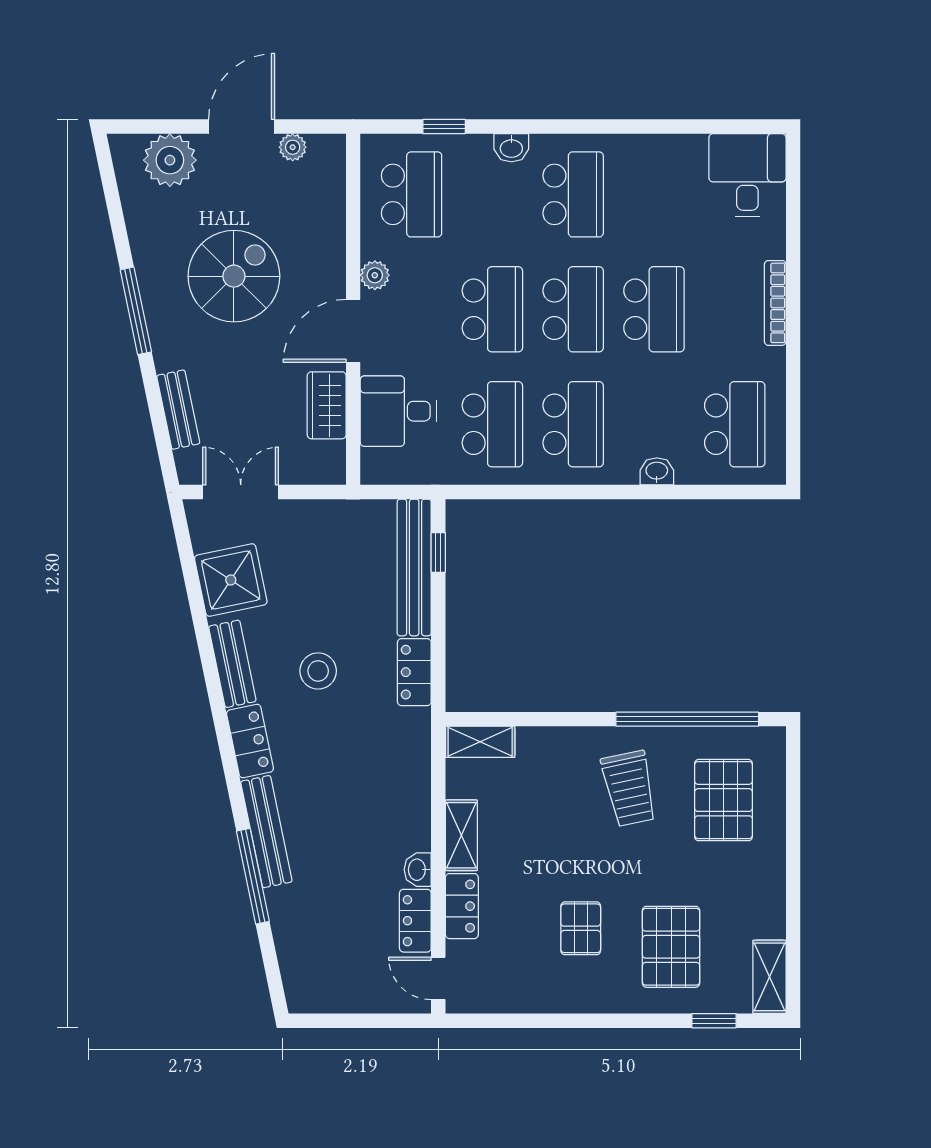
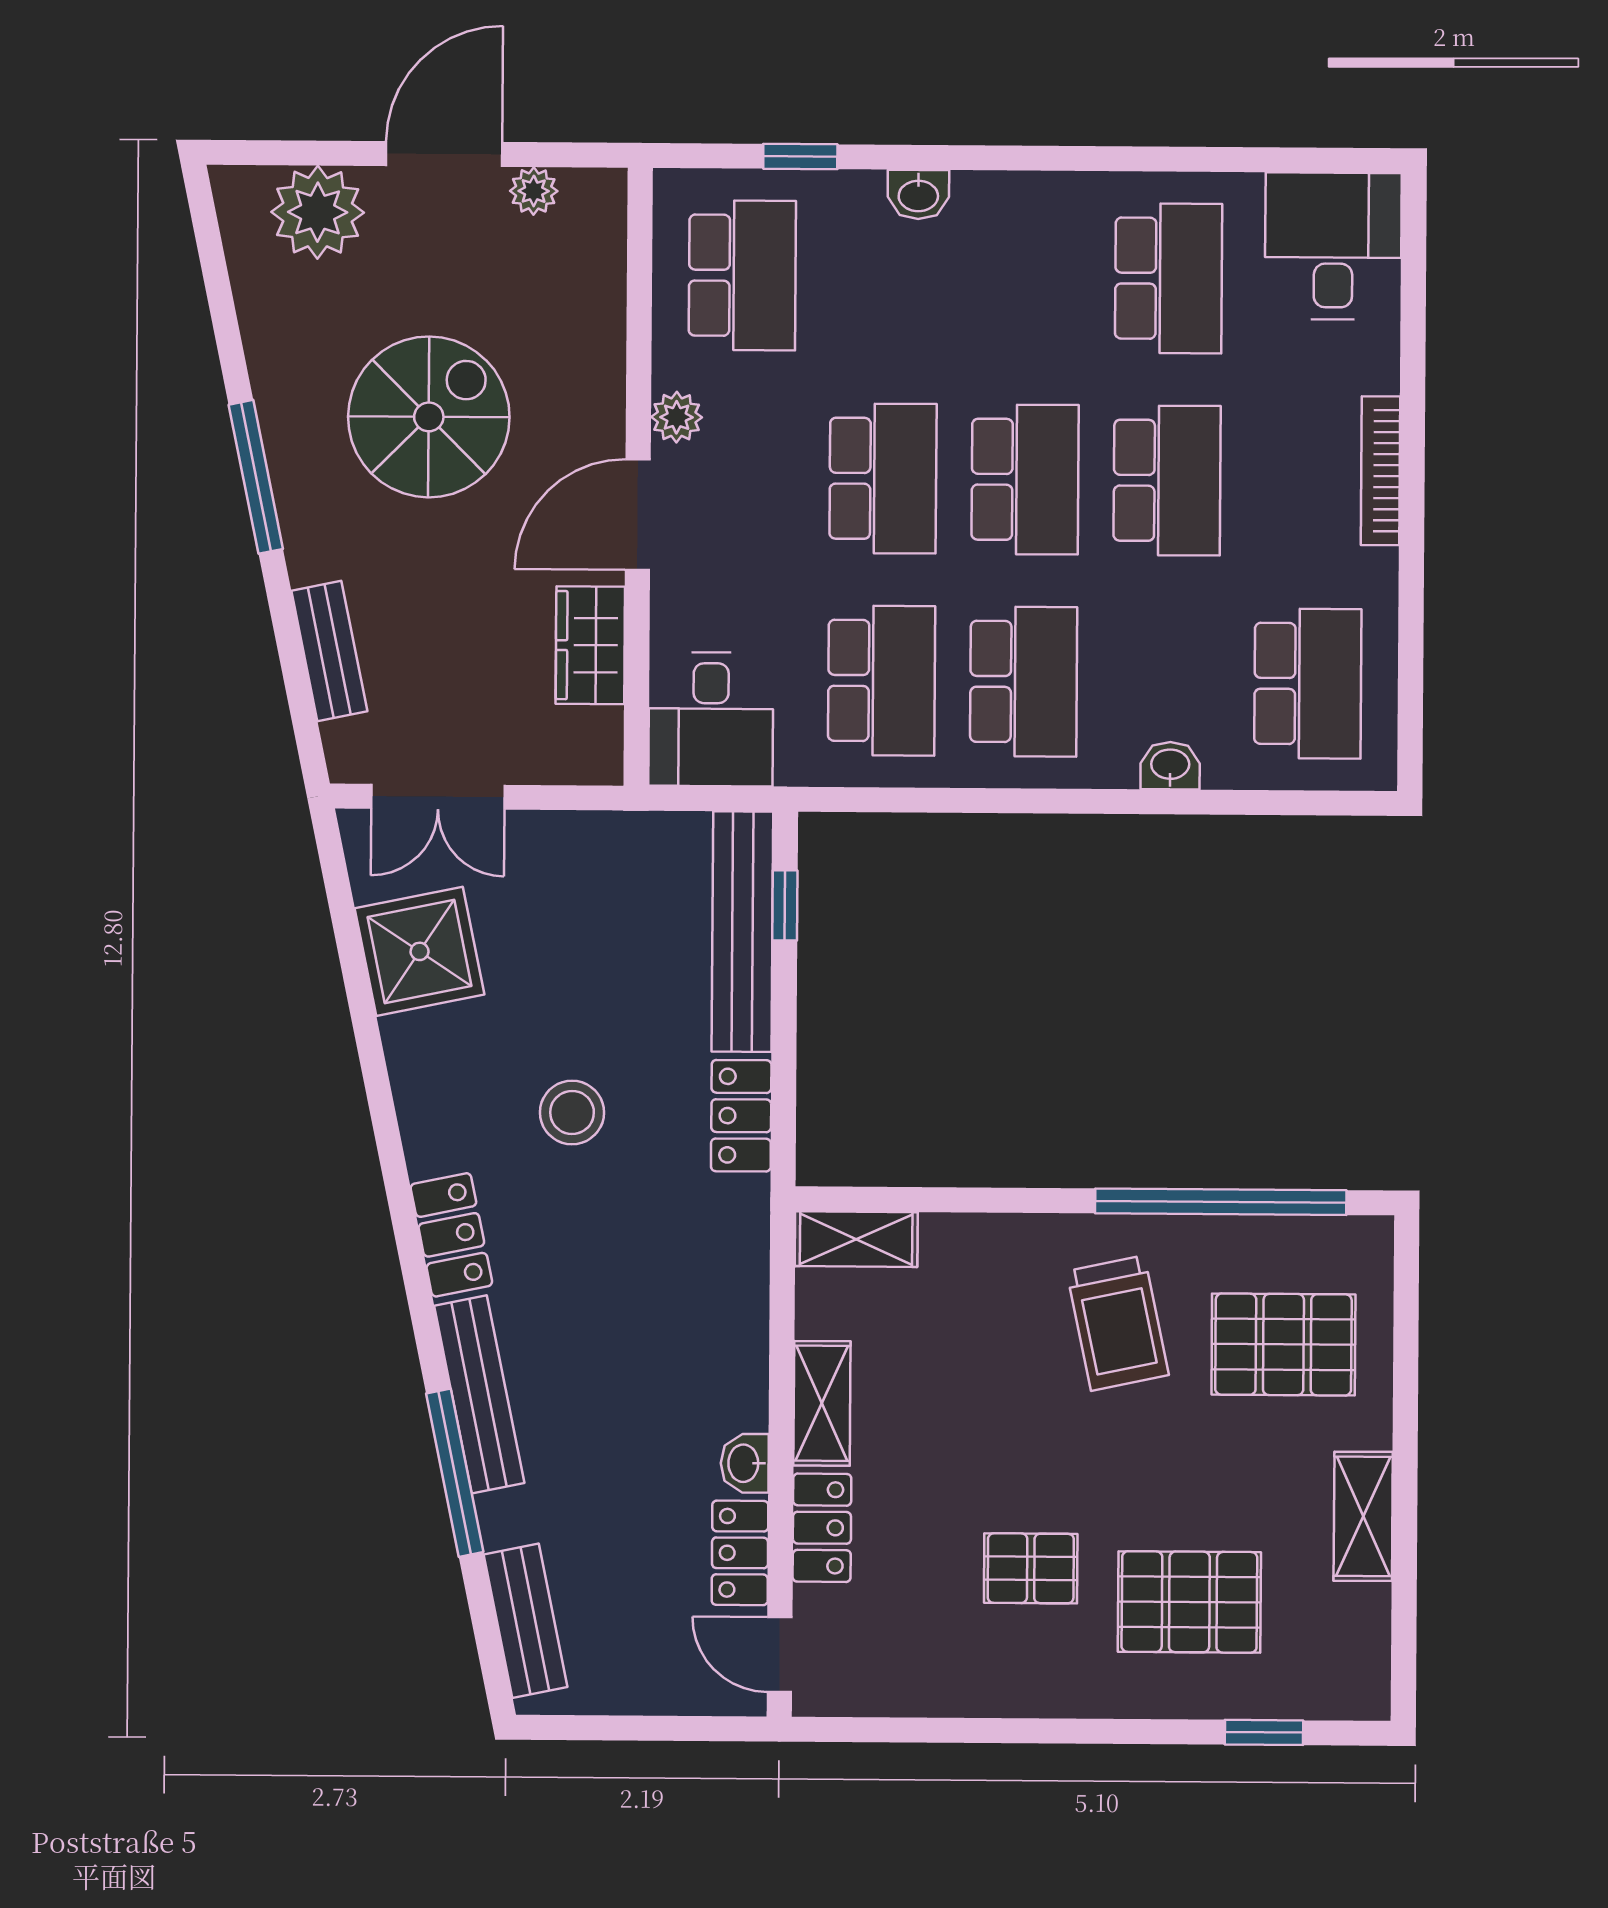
school desk: (573, 194) -> (1169, 278), moved
desk: (398, 411) -> (711, 719), moved, turned -90
double door: (241, 492) -> (438, 797), swing flipped
bench: (232, 664) -> (526, 1621), moved
pallet: (723, 800) -> (1283, 1344), turned 90
pallet: (581, 928) -> (1031, 1568), turned 90
pallet: (671, 947) -> (1189, 1602), turned 90
shelving: (769, 977) -> (1363, 1516), moved

